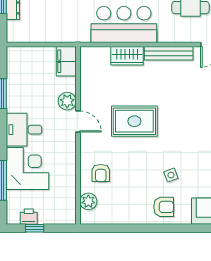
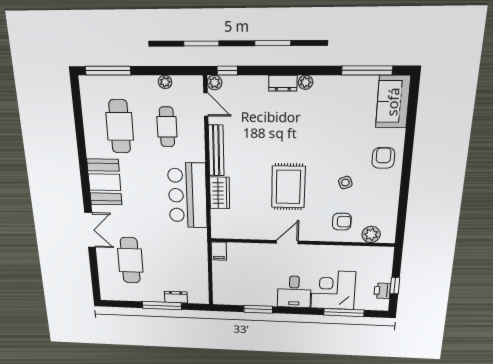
filing cabinet: (66, 61) -> (219, 251), width x0.50
plant: (67, 101) -> (266, 252), removed
side table: (171, 175) -> (345, 183), moved

